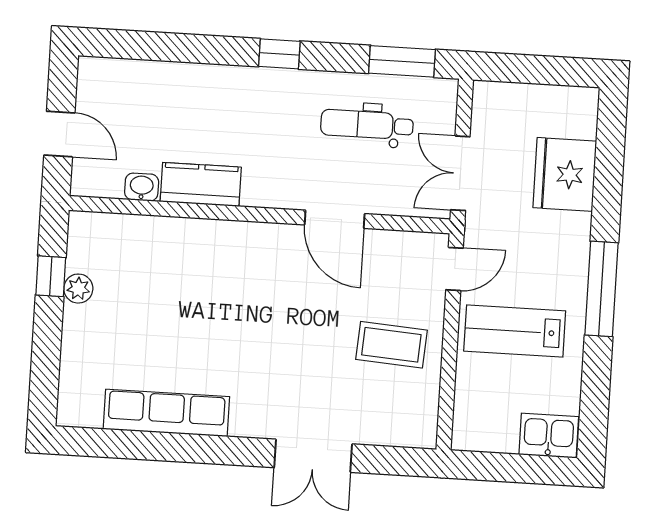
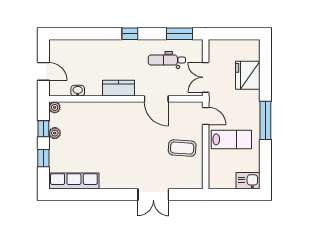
kitchen counter: (201, 184) -> (118, 88), moved
plant: (82, 225) -> (55, 107), added
door: (454, 269) -> (206, 116), hinge flipped
lab bench: (515, 331) -> (231, 139), turned 180
window: (46, 349) -> (43, 158), added
row of seats: (166, 413) -> (74, 181), moved

